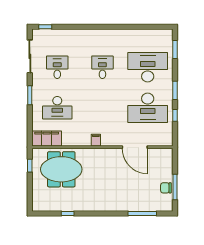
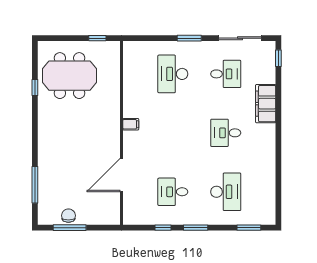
desk: (102, 67) -> (226, 133), turned 180
desk: (148, 67) -> (226, 192), width x0.73, depth x0.77
desk: (148, 108) -> (173, 192), width x0.53, depth x0.77
filing cabinet: (47, 138) -> (266, 104), moved, turned 180
meeting table: (61, 169) -> (70, 76), moved, turned 90

